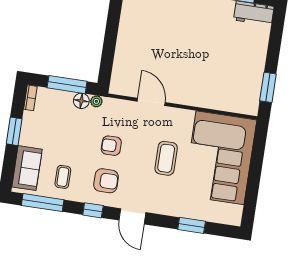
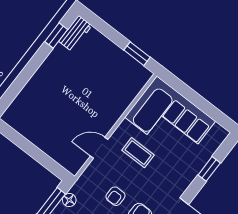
plant: (96, 101) -> (76, 189), removed
coffee table: (166, 158) -> (138, 153), moved

